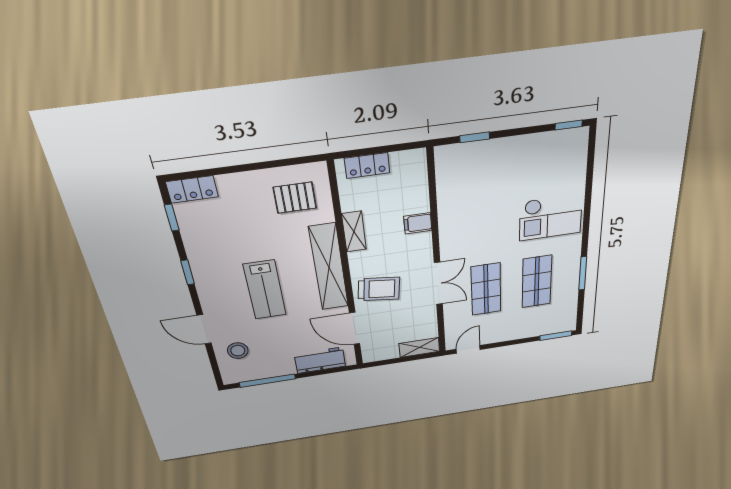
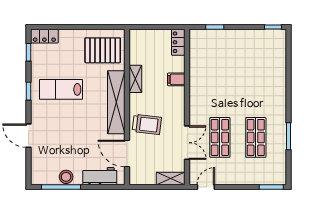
locker: (367, 165) -> (178, 42), moved, turned 90
pallet: (295, 198) -> (103, 50), width x1.50, depth x1.42
checkout: (551, 217) -> (264, 89), removed
double door: (438, 283) -> (187, 143), moved
lab bench: (265, 290) -> (61, 89), moved, turned 90
stool: (238, 351) -> (66, 177), moved

